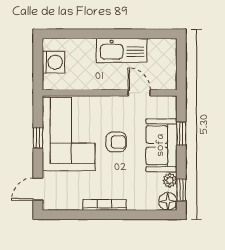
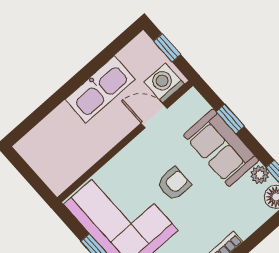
window: (181, 61) -> (167, 48), added
washing machine: (53, 62) -> (164, 83), moved, turned -90

